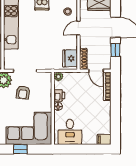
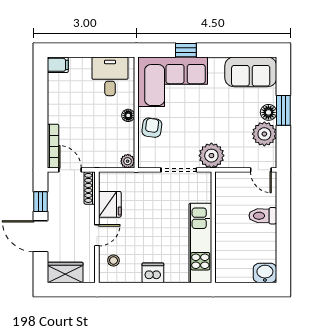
fridge: (70, 58) -> (110, 204), moved
armchair: (23, 92) -> (152, 128), moved
printer: (59, 96) -> (126, 132), removed

